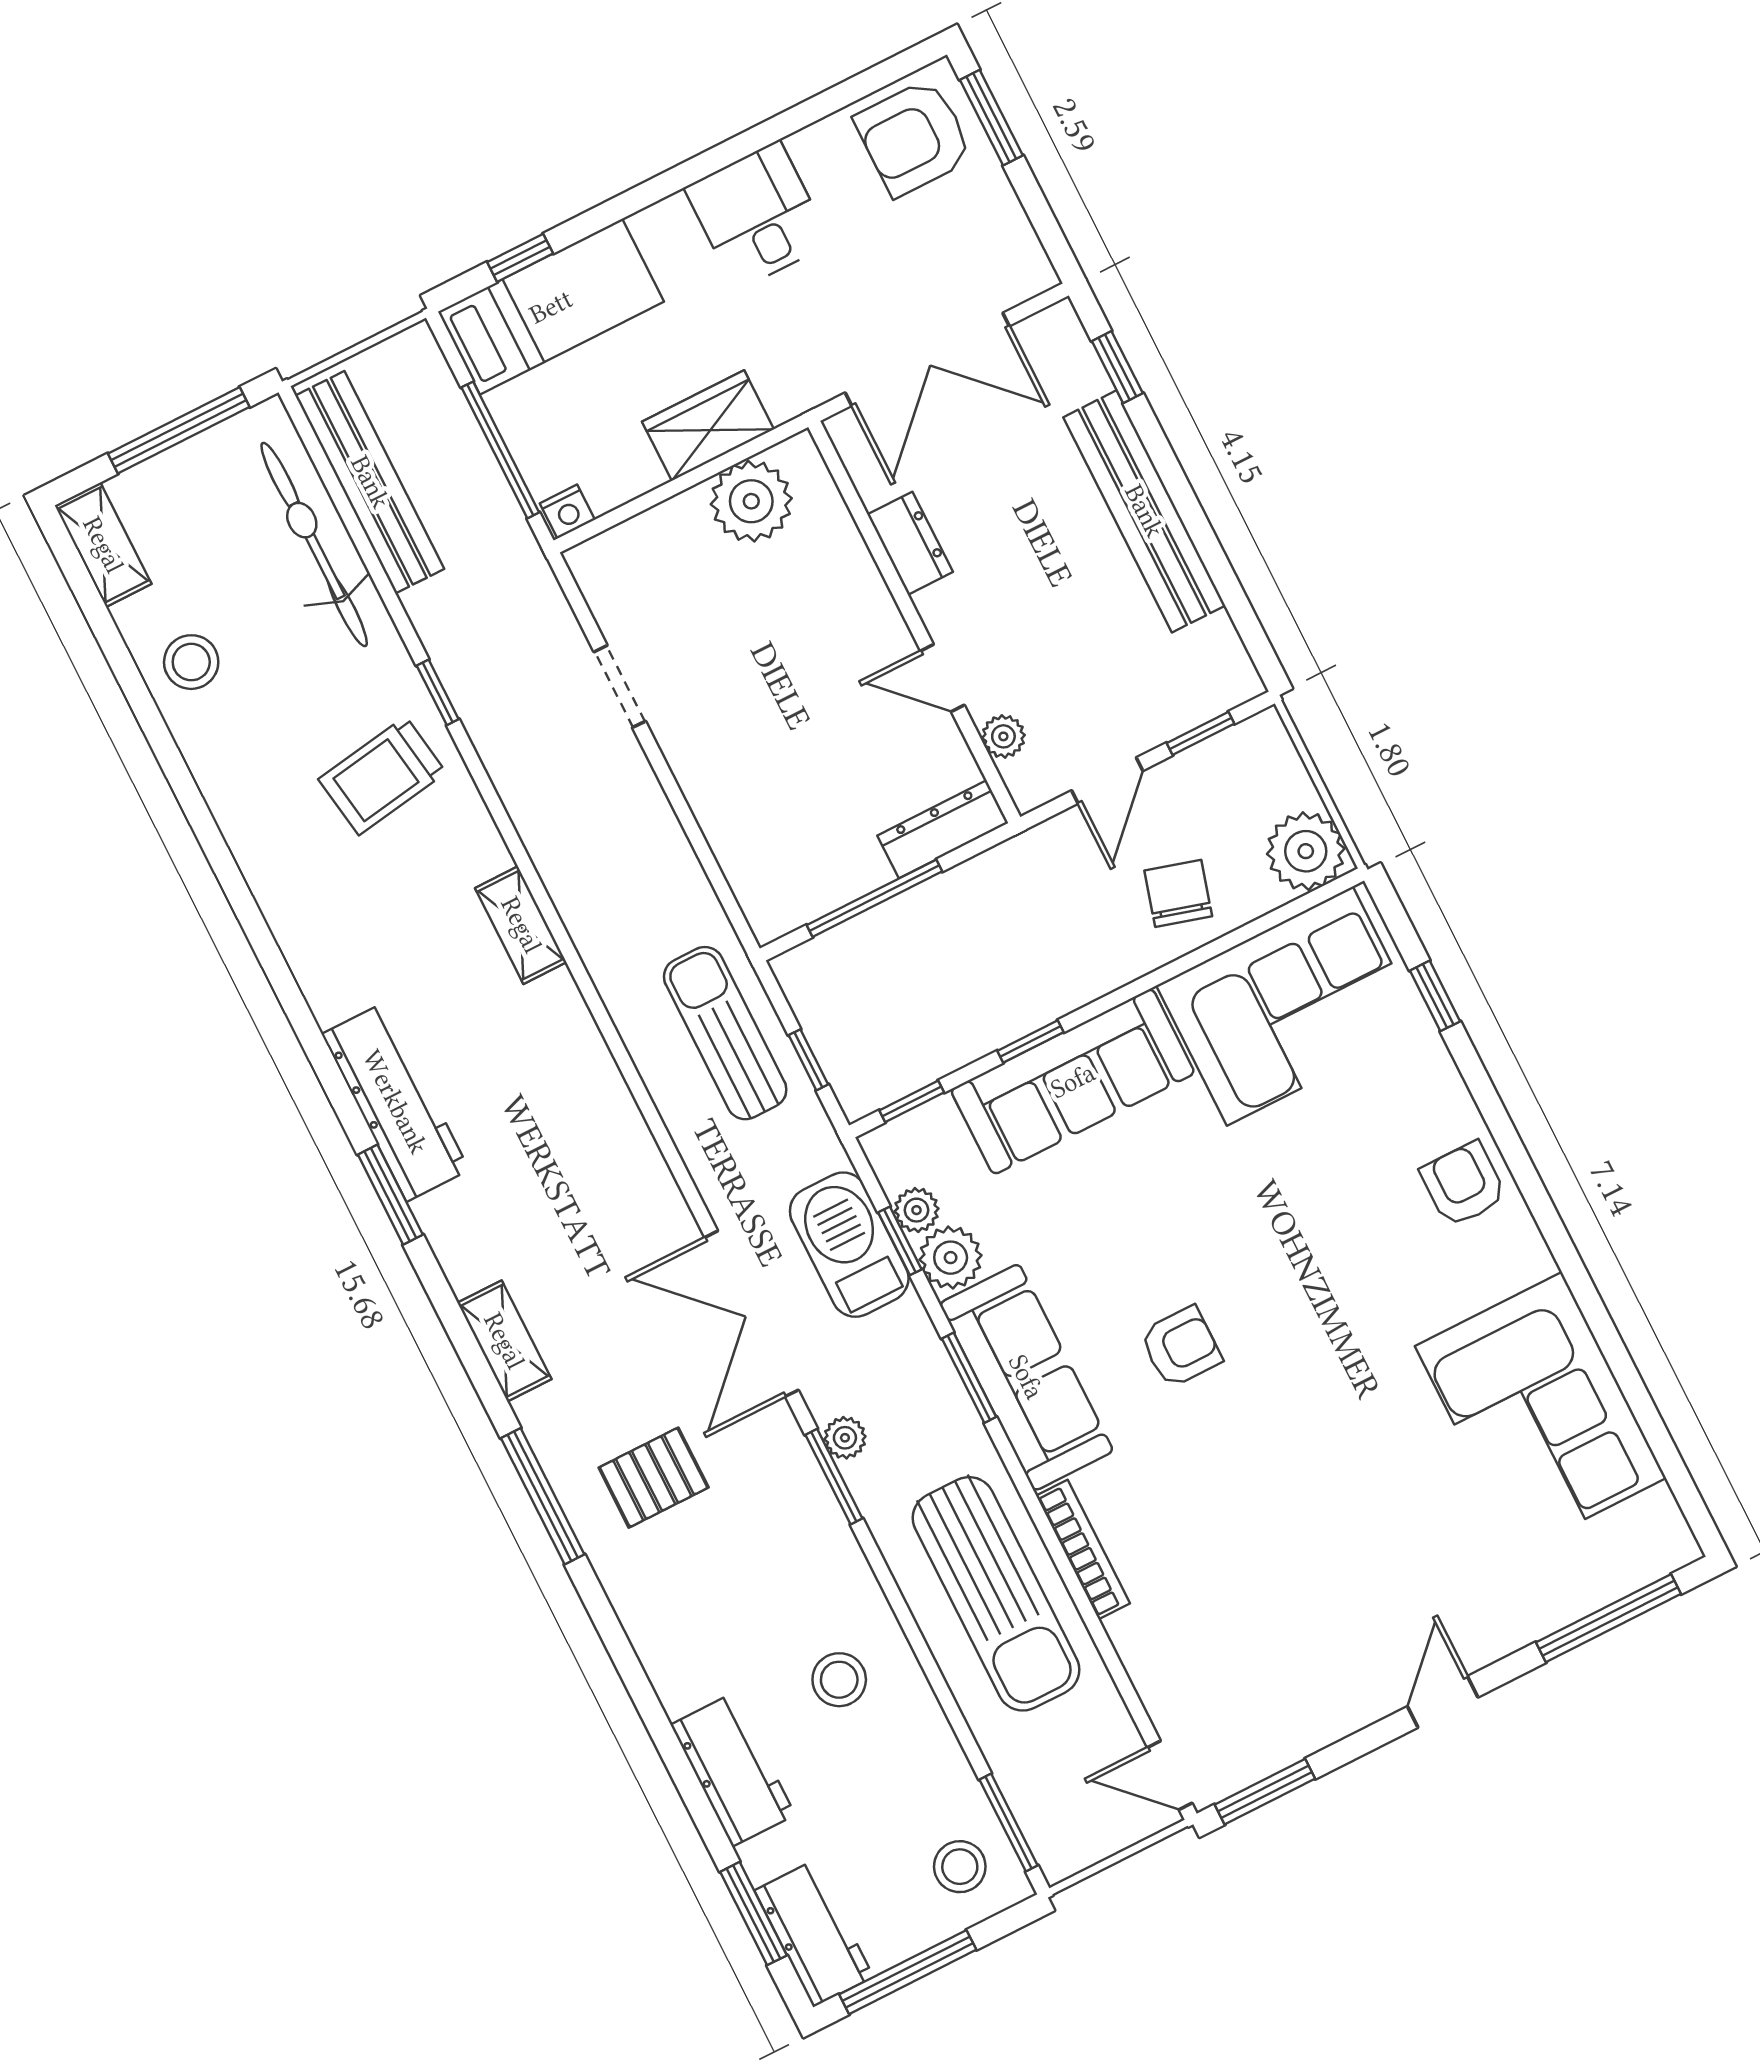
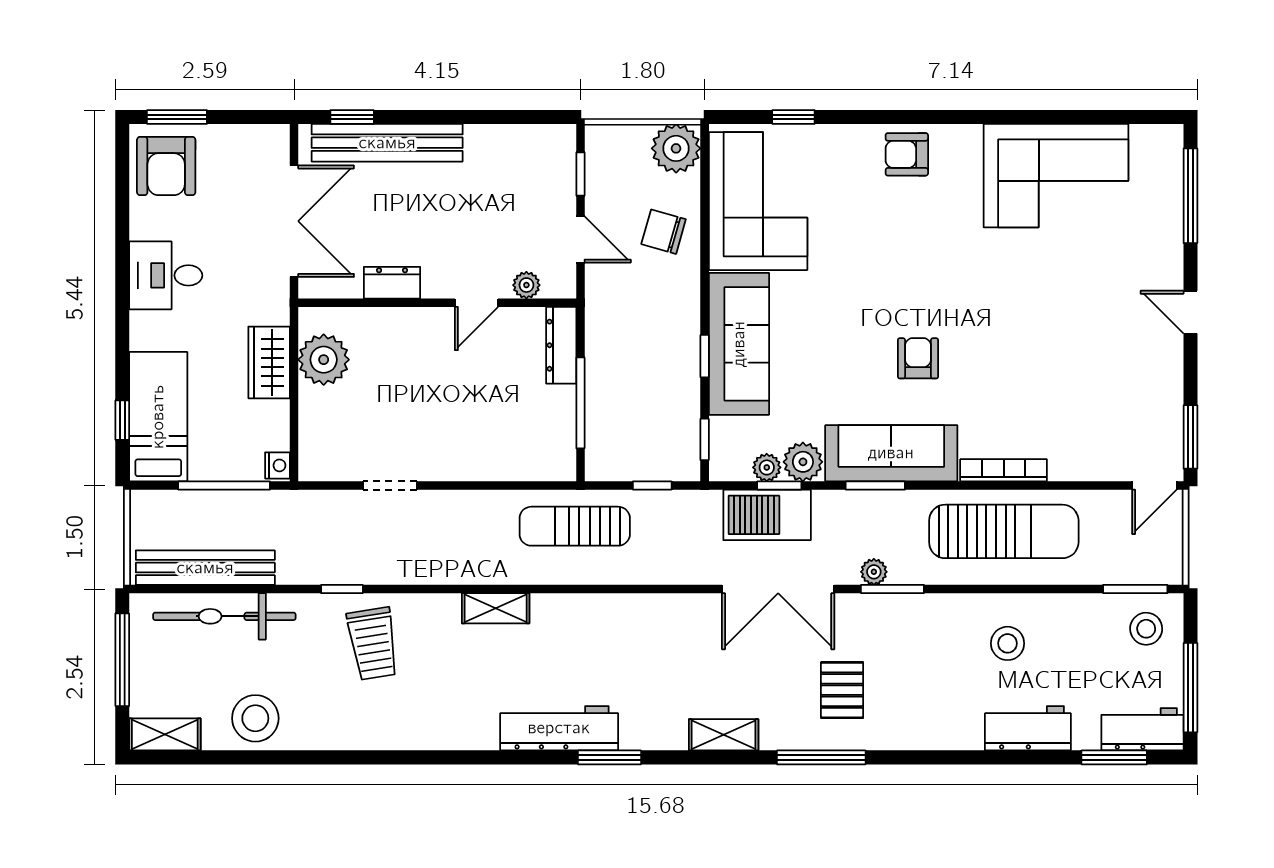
bench: (1144, 511) -> (387, 143), moved
stool: (191, 662) -> (255, 718), width x1.38, depth x1.38
sun lounger: (725, 1033) -> (575, 526), moved

